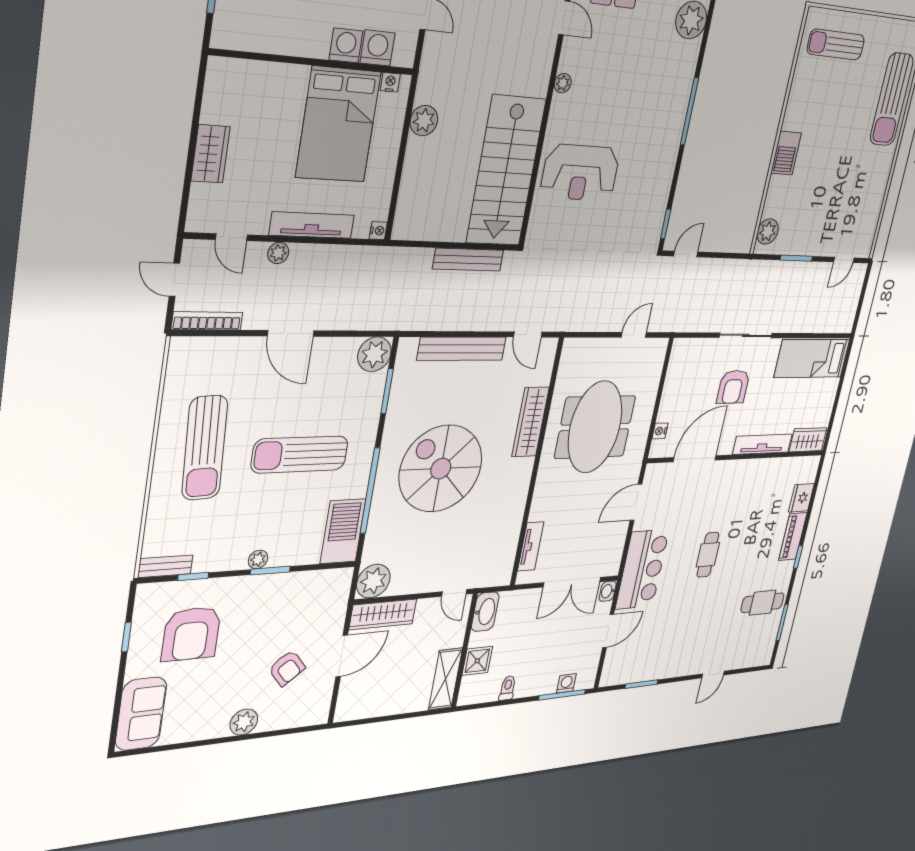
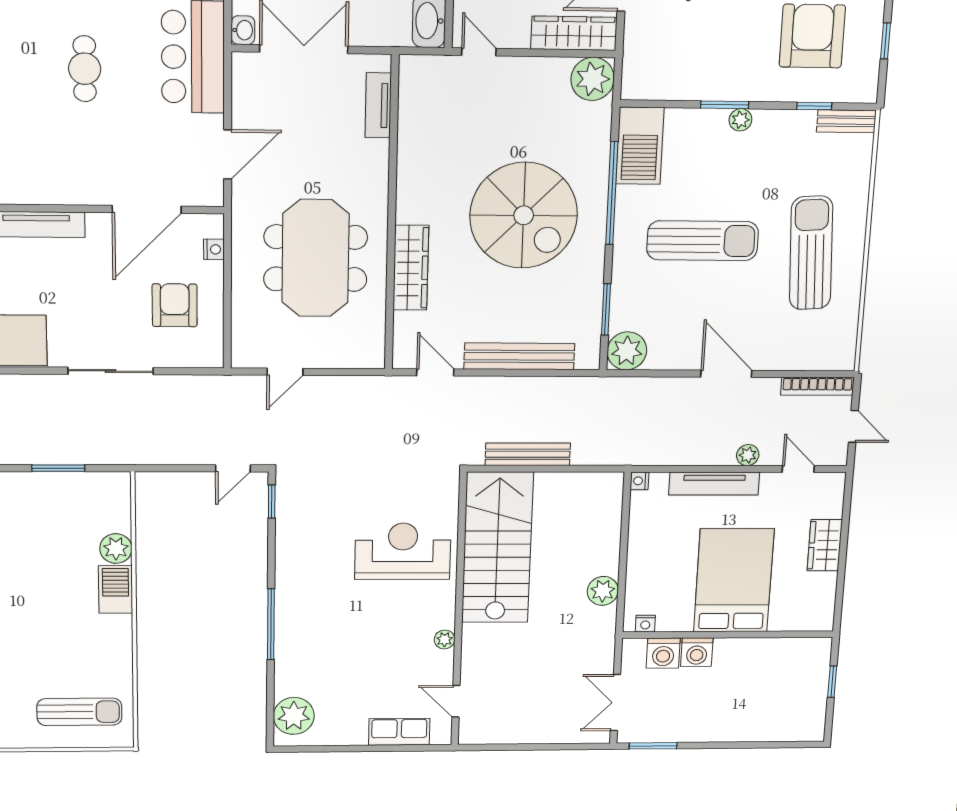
bed: (338, 125) -> (734, 580), moved
plant: (768, 231) -> (116, 549), moved
armchair: (733, 387) -> (175, 305), moved

